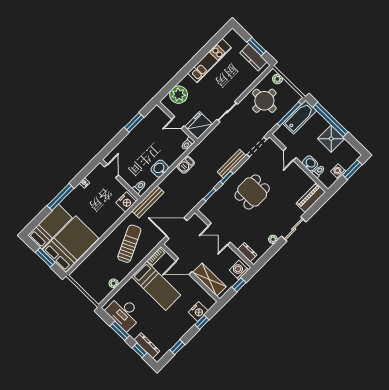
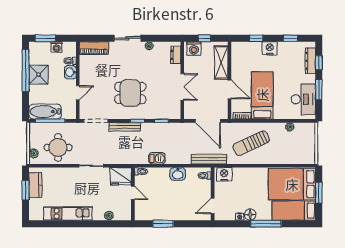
plant: (179, 95) -> (109, 216), width x0.53, depth x0.53
window: (330, 119) -> (26, 71), moved
floor lamp: (78, 192) -> (250, 215), added
nightstand: (198, 312) -> (270, 48), moved

